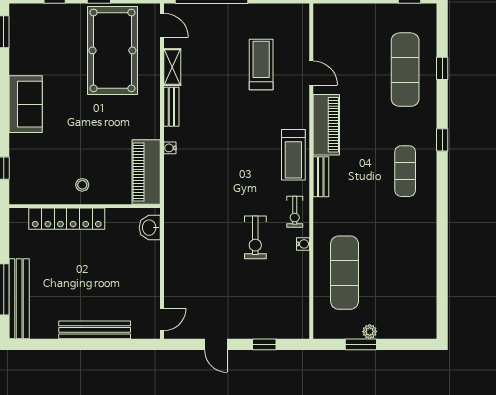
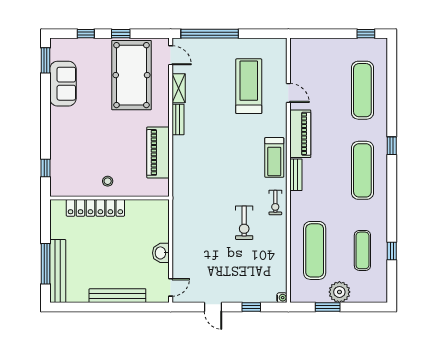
treadmill: (261, 64) -> (249, 86), width x1.37, depth x1.38
window: (442, 68) -> (392, 251), moved
sofa: (26, 104) -> (63, 84), moved
water cooler: (170, 148) -> (177, 152), removed
exercise mat: (405, 171) -> (362, 170), width x1.36, depth x1.45
piano: (146, 172) -> (158, 152), moved
washbasin: (150, 228) -> (161, 253), moved
water cooler: (303, 244) -> (282, 298), moved
exercise mat: (405, 273) -> (362, 250), added
plant: (370, 332) -> (339, 292), width x1.88, depth x1.88

